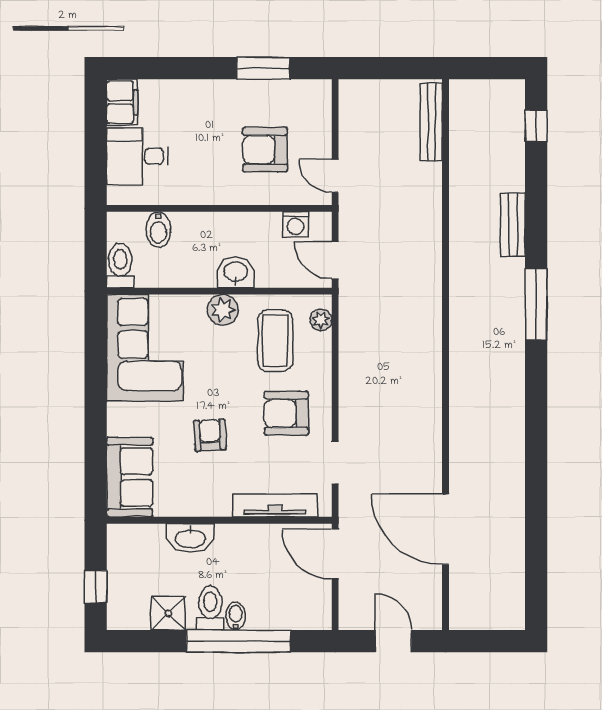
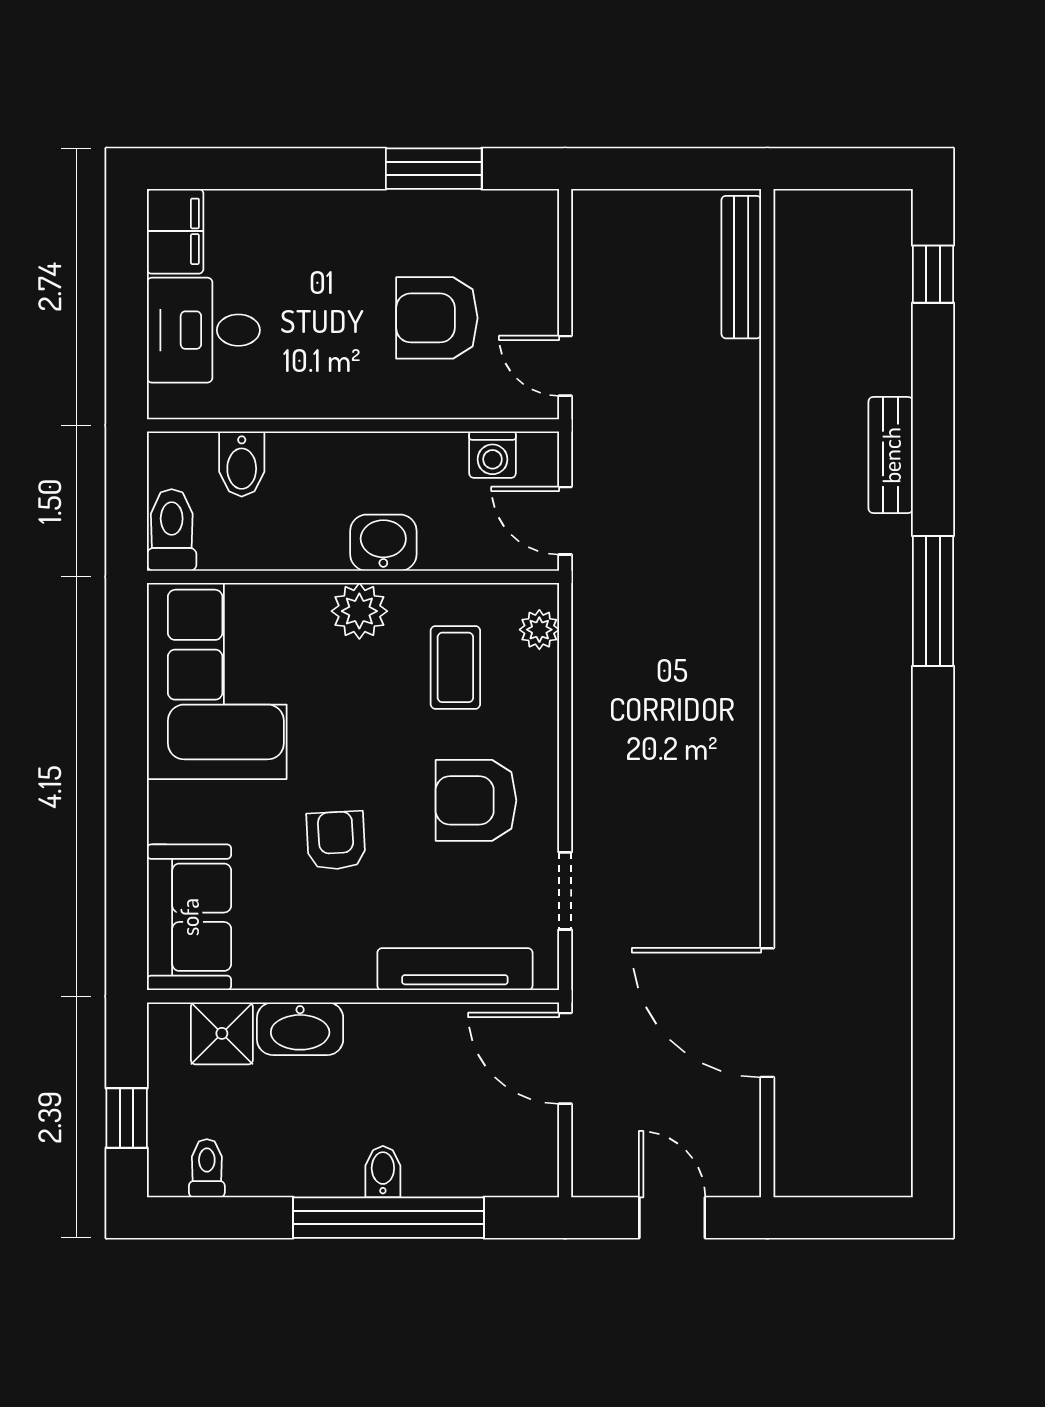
coffee table: (275, 341) -> (455, 667), width x0.73, depth x0.77
toilet: (210, 608) -> (207, 1168), moved, width x0.73, depth x0.72
shower: (168, 613) -> (222, 1033), moved

